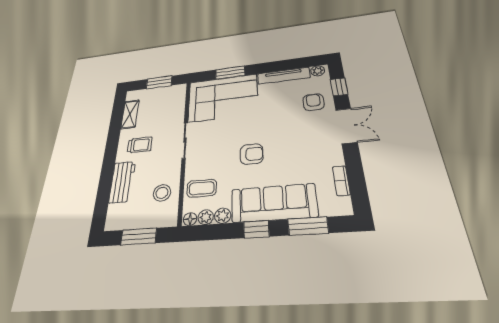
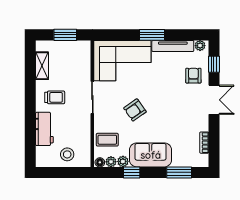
window: (230, 73) -> (152, 35), moved
armchair: (252, 154) -> (135, 110), moved, turned 145
stool: (162, 193) -> (67, 154), moved
sofa: (274, 203) -> (151, 155), width x0.73
window: (256, 229) -> (132, 172), moved
window: (139, 236) -> (63, 172), removed

